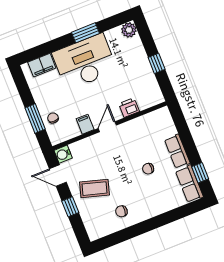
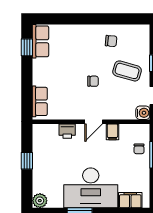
row of seats: (177, 151) -> (40, 101), moved
chair: (148, 169) -> (93, 81), moved

